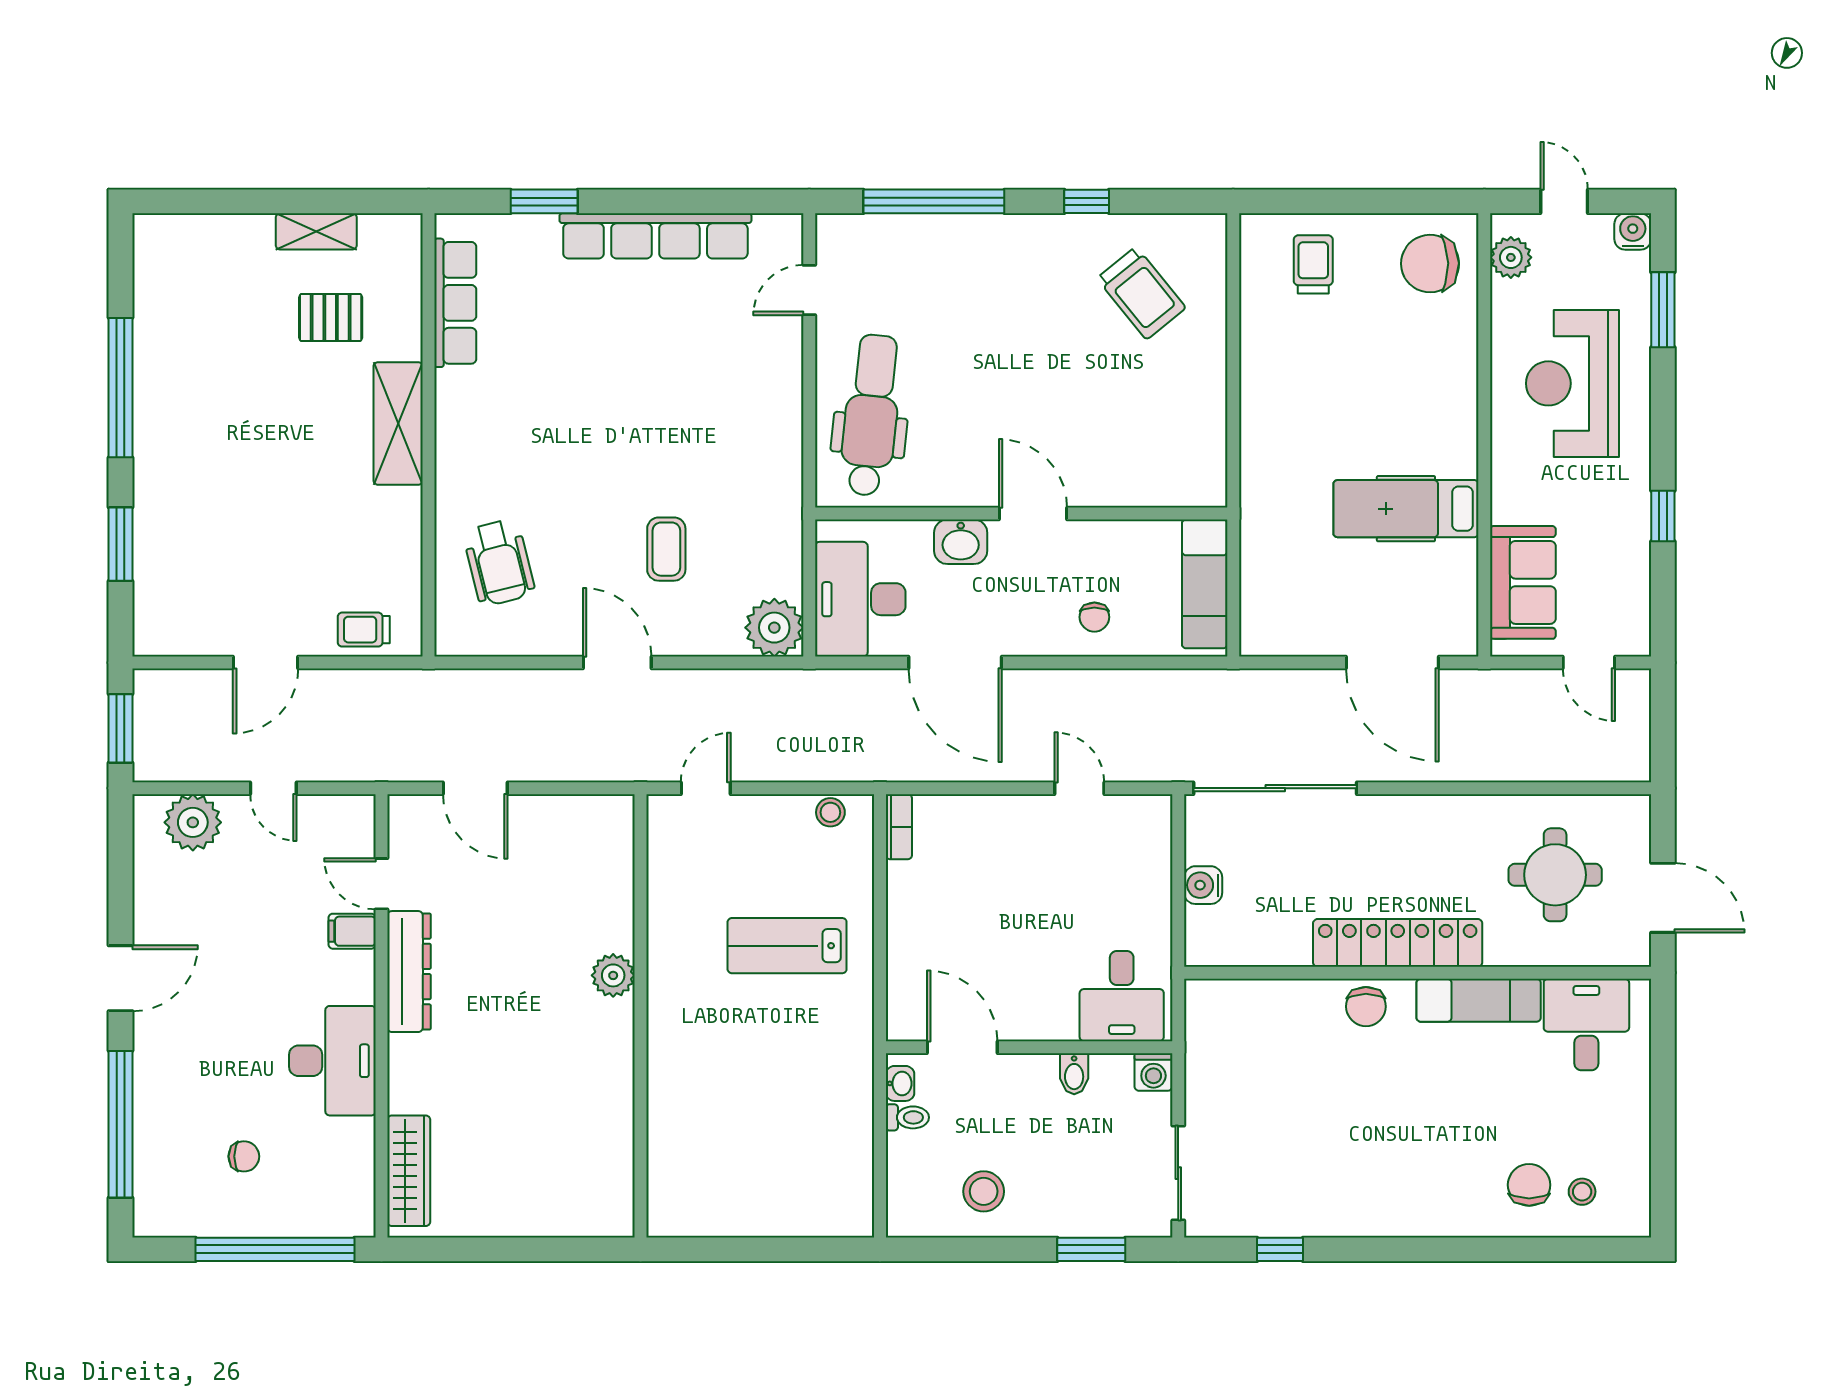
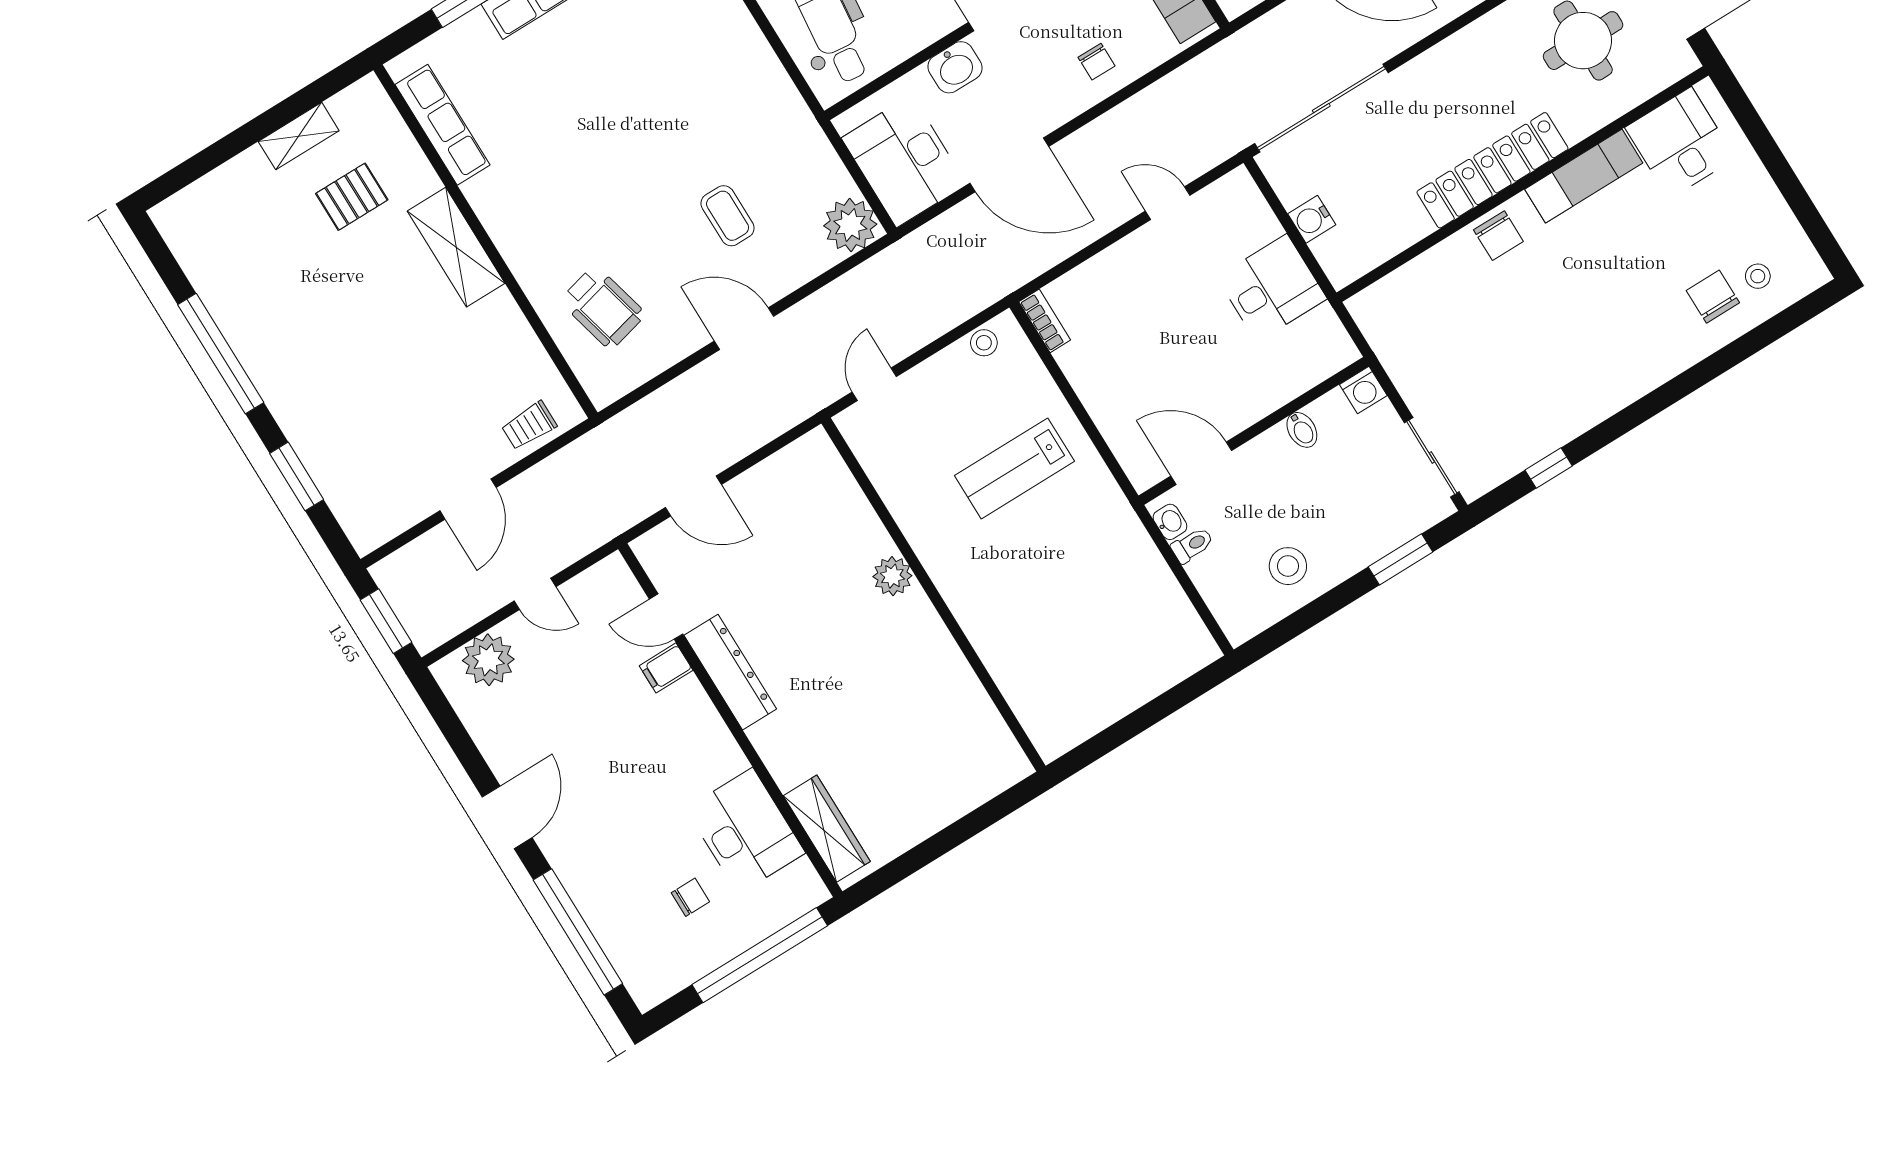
desk: (1122, 996) -> (1272, 288), moved, turned -90
desk: (332, 1061) -> (745, 831), moved

